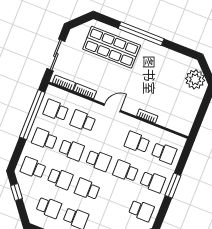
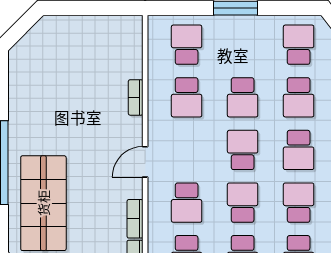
plant: (195, 79) -> (42, 41), removed
door: (112, 108) -> (145, 162), hinge flipped
school desk: (153, 182) -> (299, 97), moved, turned 180

